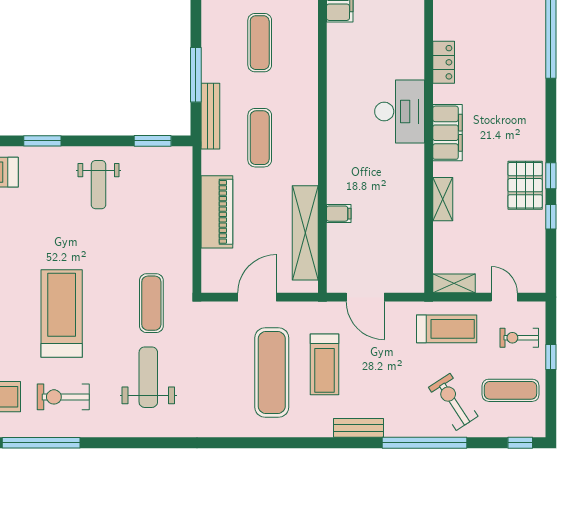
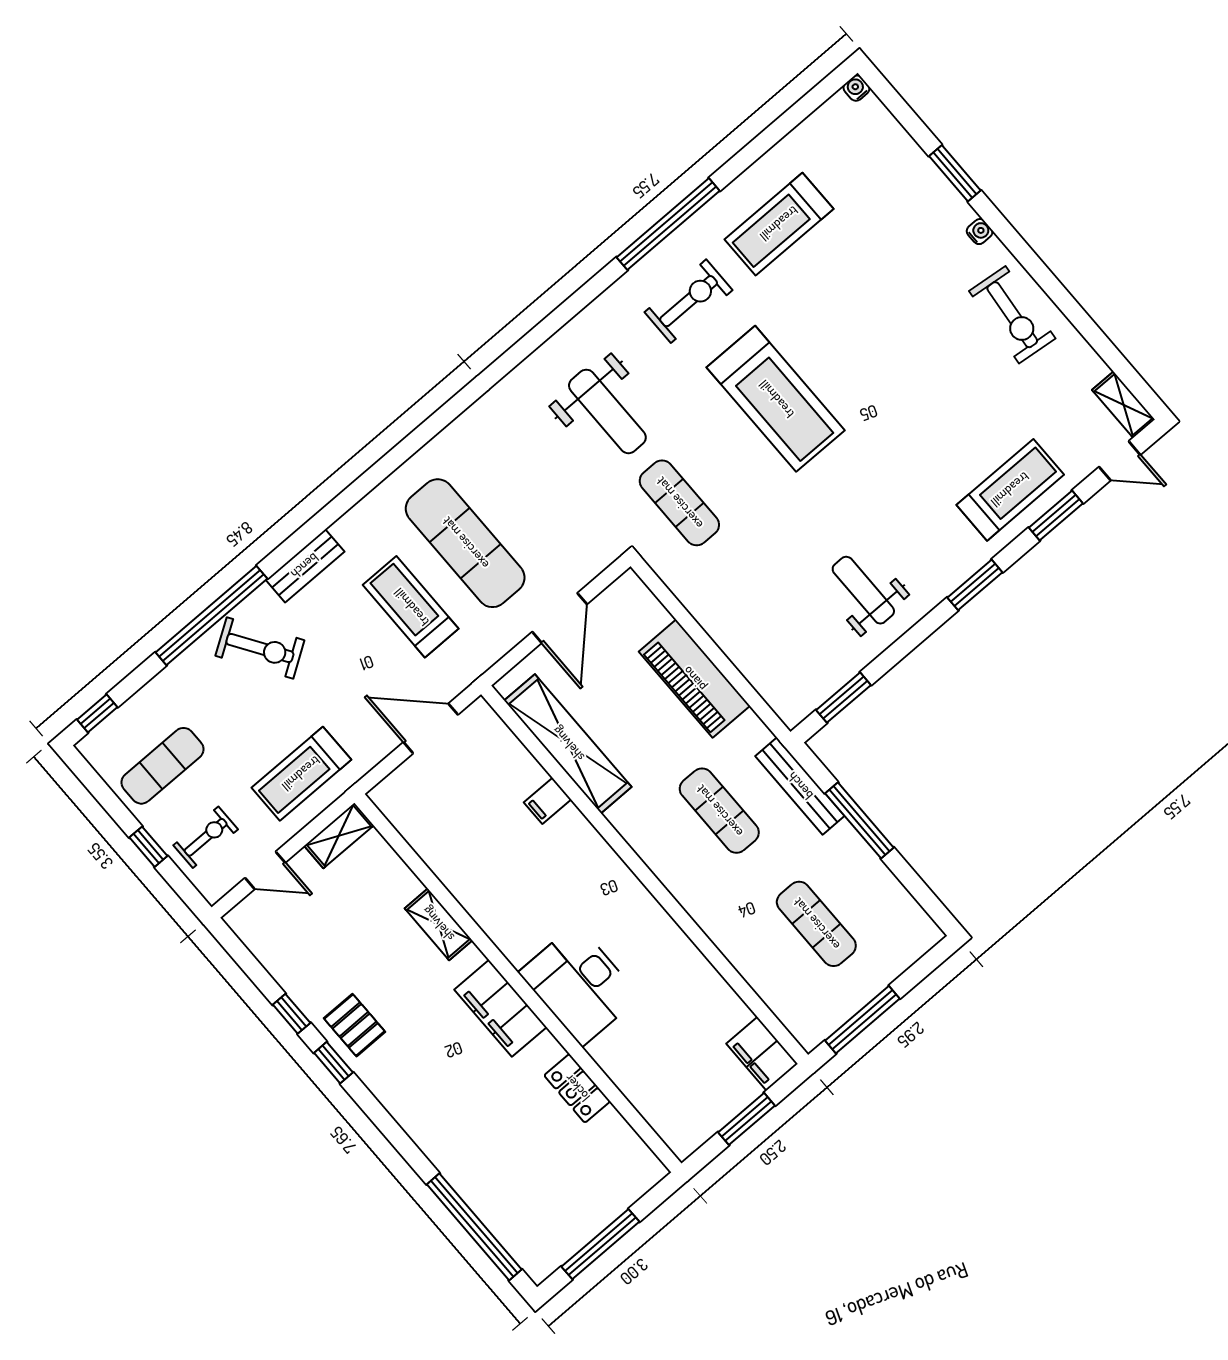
pallet: (525, 185) -> (354, 1025), width x0.67, depth x0.71
exercise bike: (453, 402) -> (260, 648), moved

